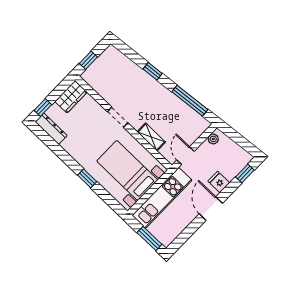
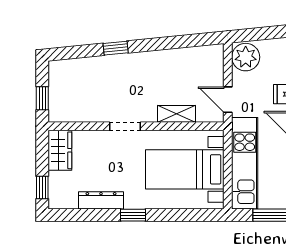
window: (190, 101) -> (180, 42), removed
dresser: (51, 129) -> (101, 200), moved
plant: (213, 139) -> (246, 57), width x1.88, depth x1.88
window: (87, 178) -> (133, 215), moved

